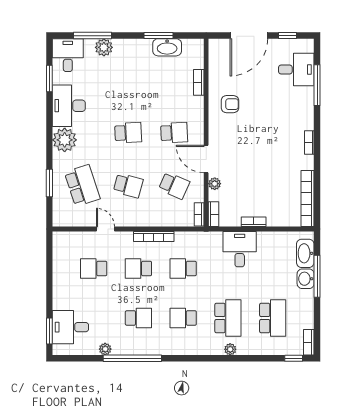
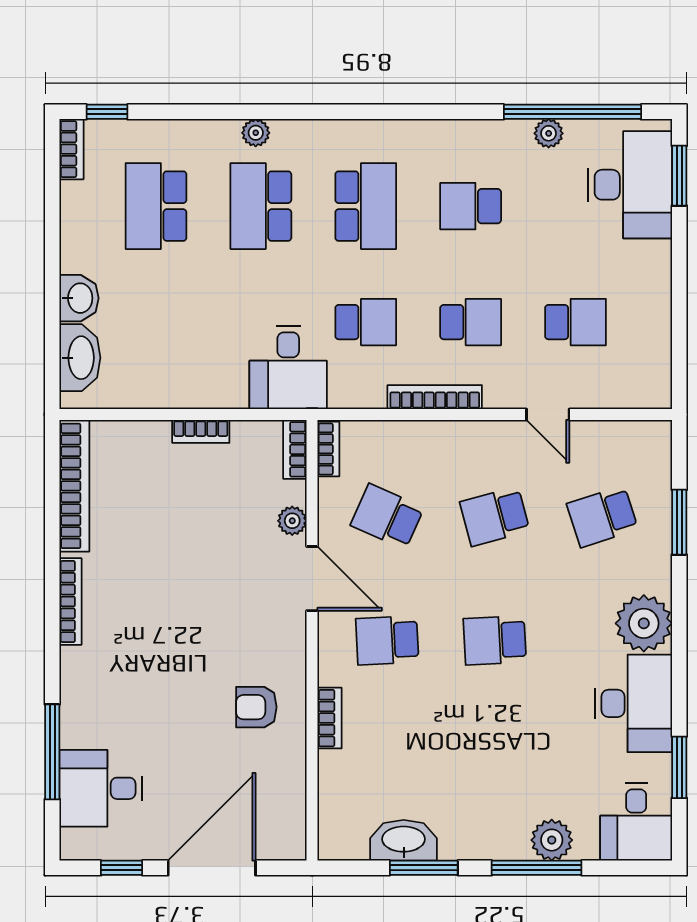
window: (93, 36) -> (537, 868), moved
bookcase: (199, 82) -> (330, 718), moved
bookcase: (309, 143) -> (70, 601), width x1.56
school desk: (82, 186) -> (602, 516), width x0.54
school desk: (128, 186) -> (495, 516), turned -30
desk: (240, 249) -> (288, 367), moved
window: (317, 276) -> (52, 304), removed
school desk: (183, 318) -> (366, 206), width x1.85
desk: (70, 327) -> (630, 185), width x1.37
window: (132, 358) -> (572, 112), moved

